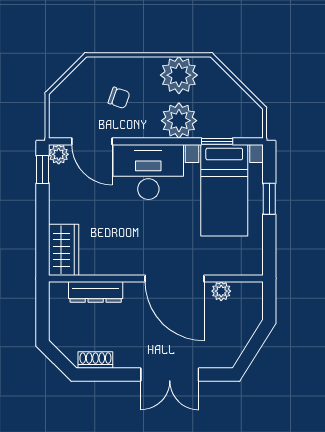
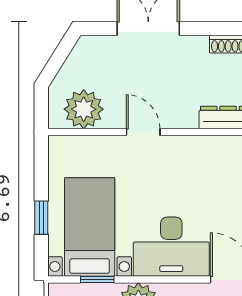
door: (175, 278) -> (143, 132), width x0.53
plant: (221, 291) -> (84, 109), width x1.88, depth x1.88

